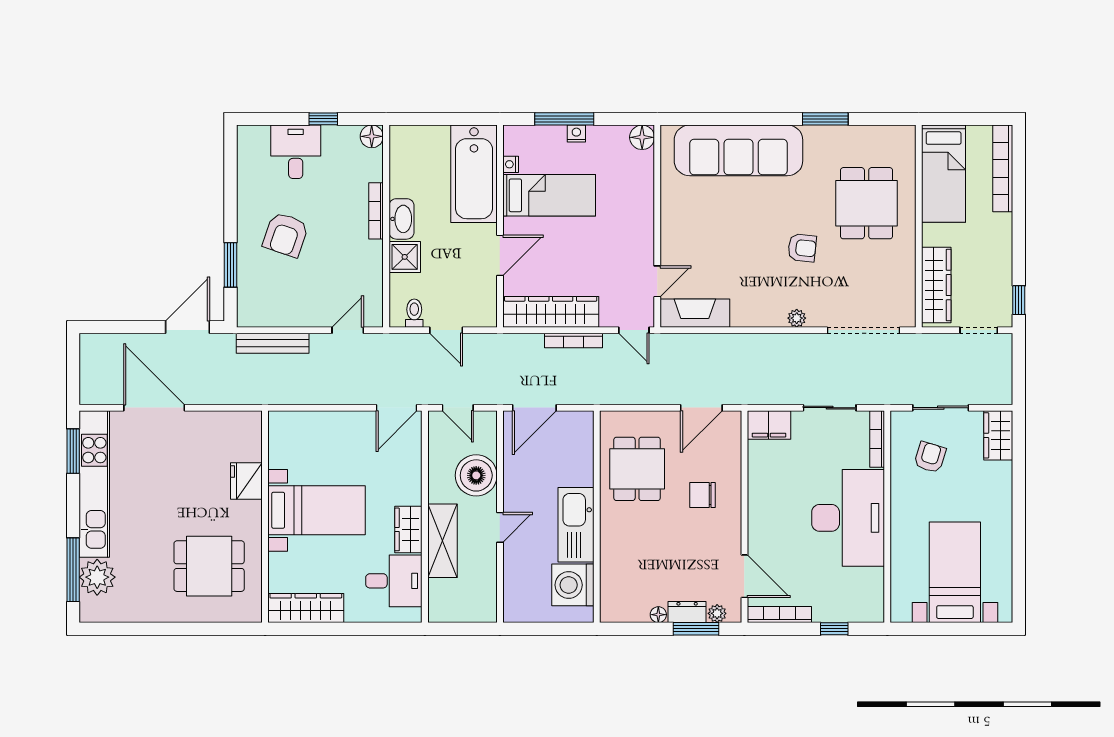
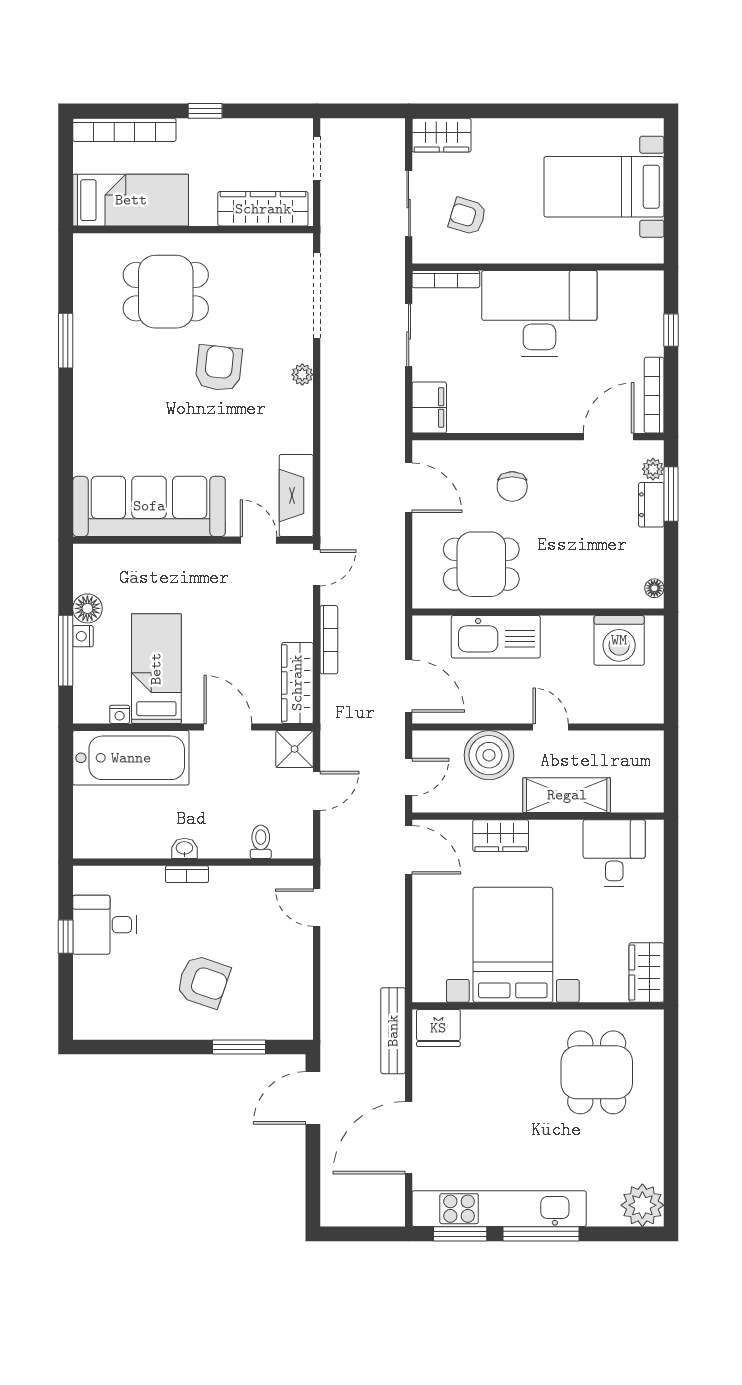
floor lamp: (372, 136) -> (86, 879), removed
floor lamp: (642, 137) -> (87, 608), moved
sofa: (738, 150) -> (149, 506), moved, turned -90
desk: (296, 152) -> (105, 925), moved
bookcase: (376, 211) -> (187, 874), width x0.64
washbasin: (401, 219) -> (184, 848), width x0.52, depth x0.69
armchair: (802, 248) -> (219, 368), width x1.38, depth x1.38
shower: (405, 257) -> (295, 749), moved
window: (1019, 300) -> (205, 111), moved
wardrobe: (551, 312) -> (297, 683), width x0.71, depth x0.85
toilet: (414, 313) -> (261, 842), moved, turned 90
door: (188, 327) -> (313, 1098), hinge flipped
bench: (273, 343) -> (393, 1031), moved
fridge: (246, 481) -> (438, 1028), moved
bed with nightstands: (317, 510) -> (513, 945), width x1.36
kitchen sink: (576, 525) -> (496, 637), moved
wardrobe: (408, 529) -> (501, 836), moved
window: (73, 570) -> (541, 1234), moved
plant: (97, 577) -> (642, 1205), moved
wardrobe: (306, 608) -> (647, 973), width x0.67
floor lamp: (658, 615) -> (654, 588), moved

